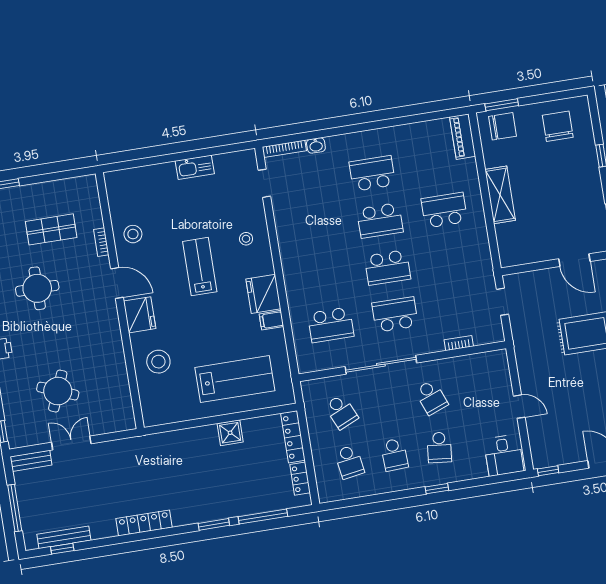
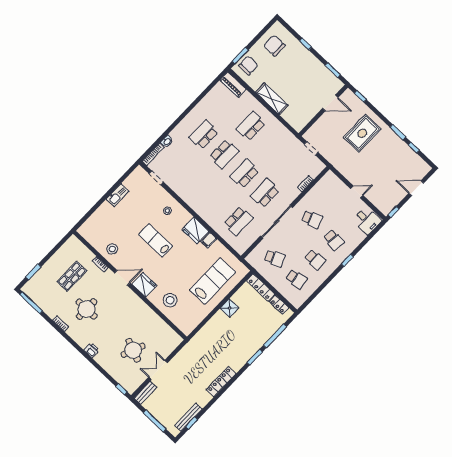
school desk: (387, 268) -> (245, 174), turned 180

